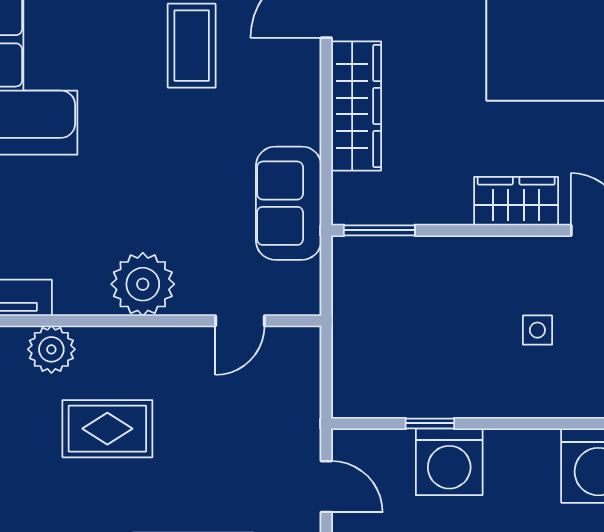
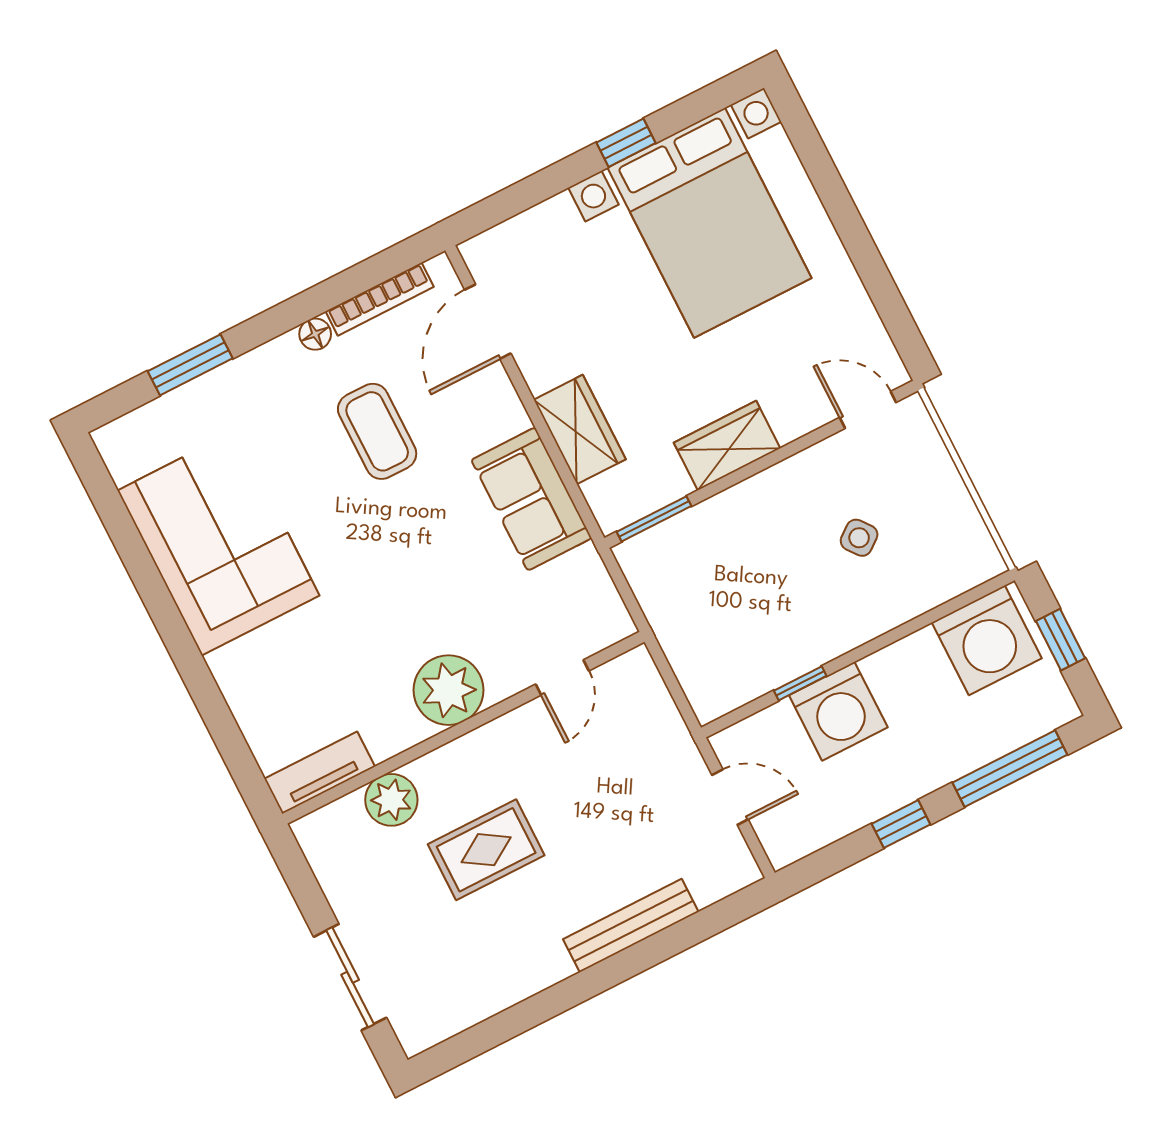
wardrobe: (356, 106) -> (580, 430), width x0.67
wardrobe: (516, 201) -> (727, 445), moved
sofa: (289, 203) -> (531, 499), moved
side table: (537, 330) -> (859, 538), turned -38

